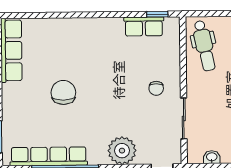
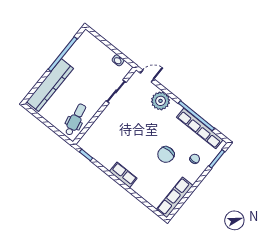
row of seats: (144, 26) -> (123, 175), moved
chair: (156, 88) -> (195, 159), moved

